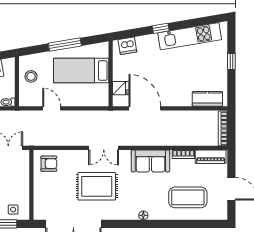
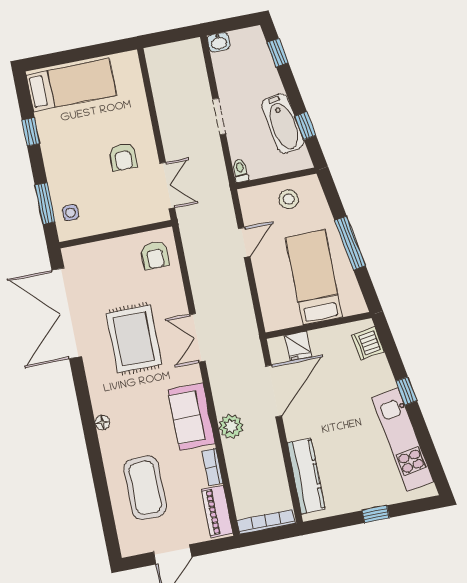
kitchen counter: (207, 99) -> (306, 476), width x1.50
plant: (161, 138) -> (231, 426), added

